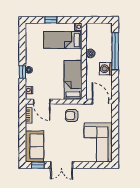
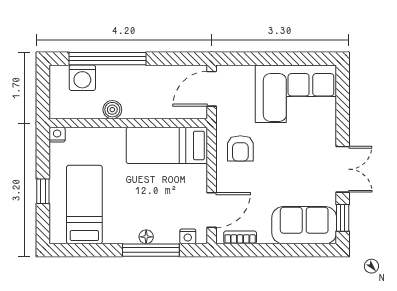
bed: (63, 40) -> (84, 205), moved, turned 180
washing machine: (106, 69) -> (82, 78), moved
window: (22, 72) -> (151, 250), width x2.17

